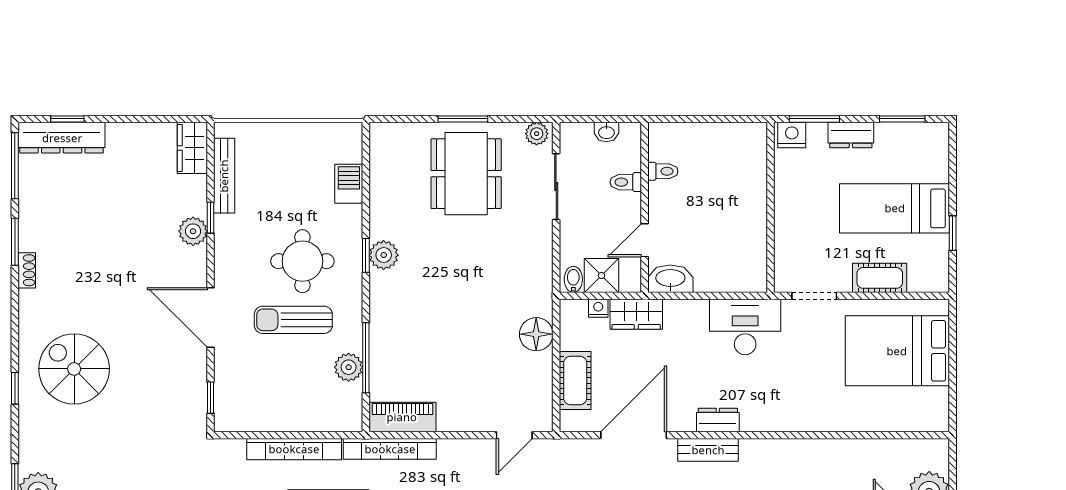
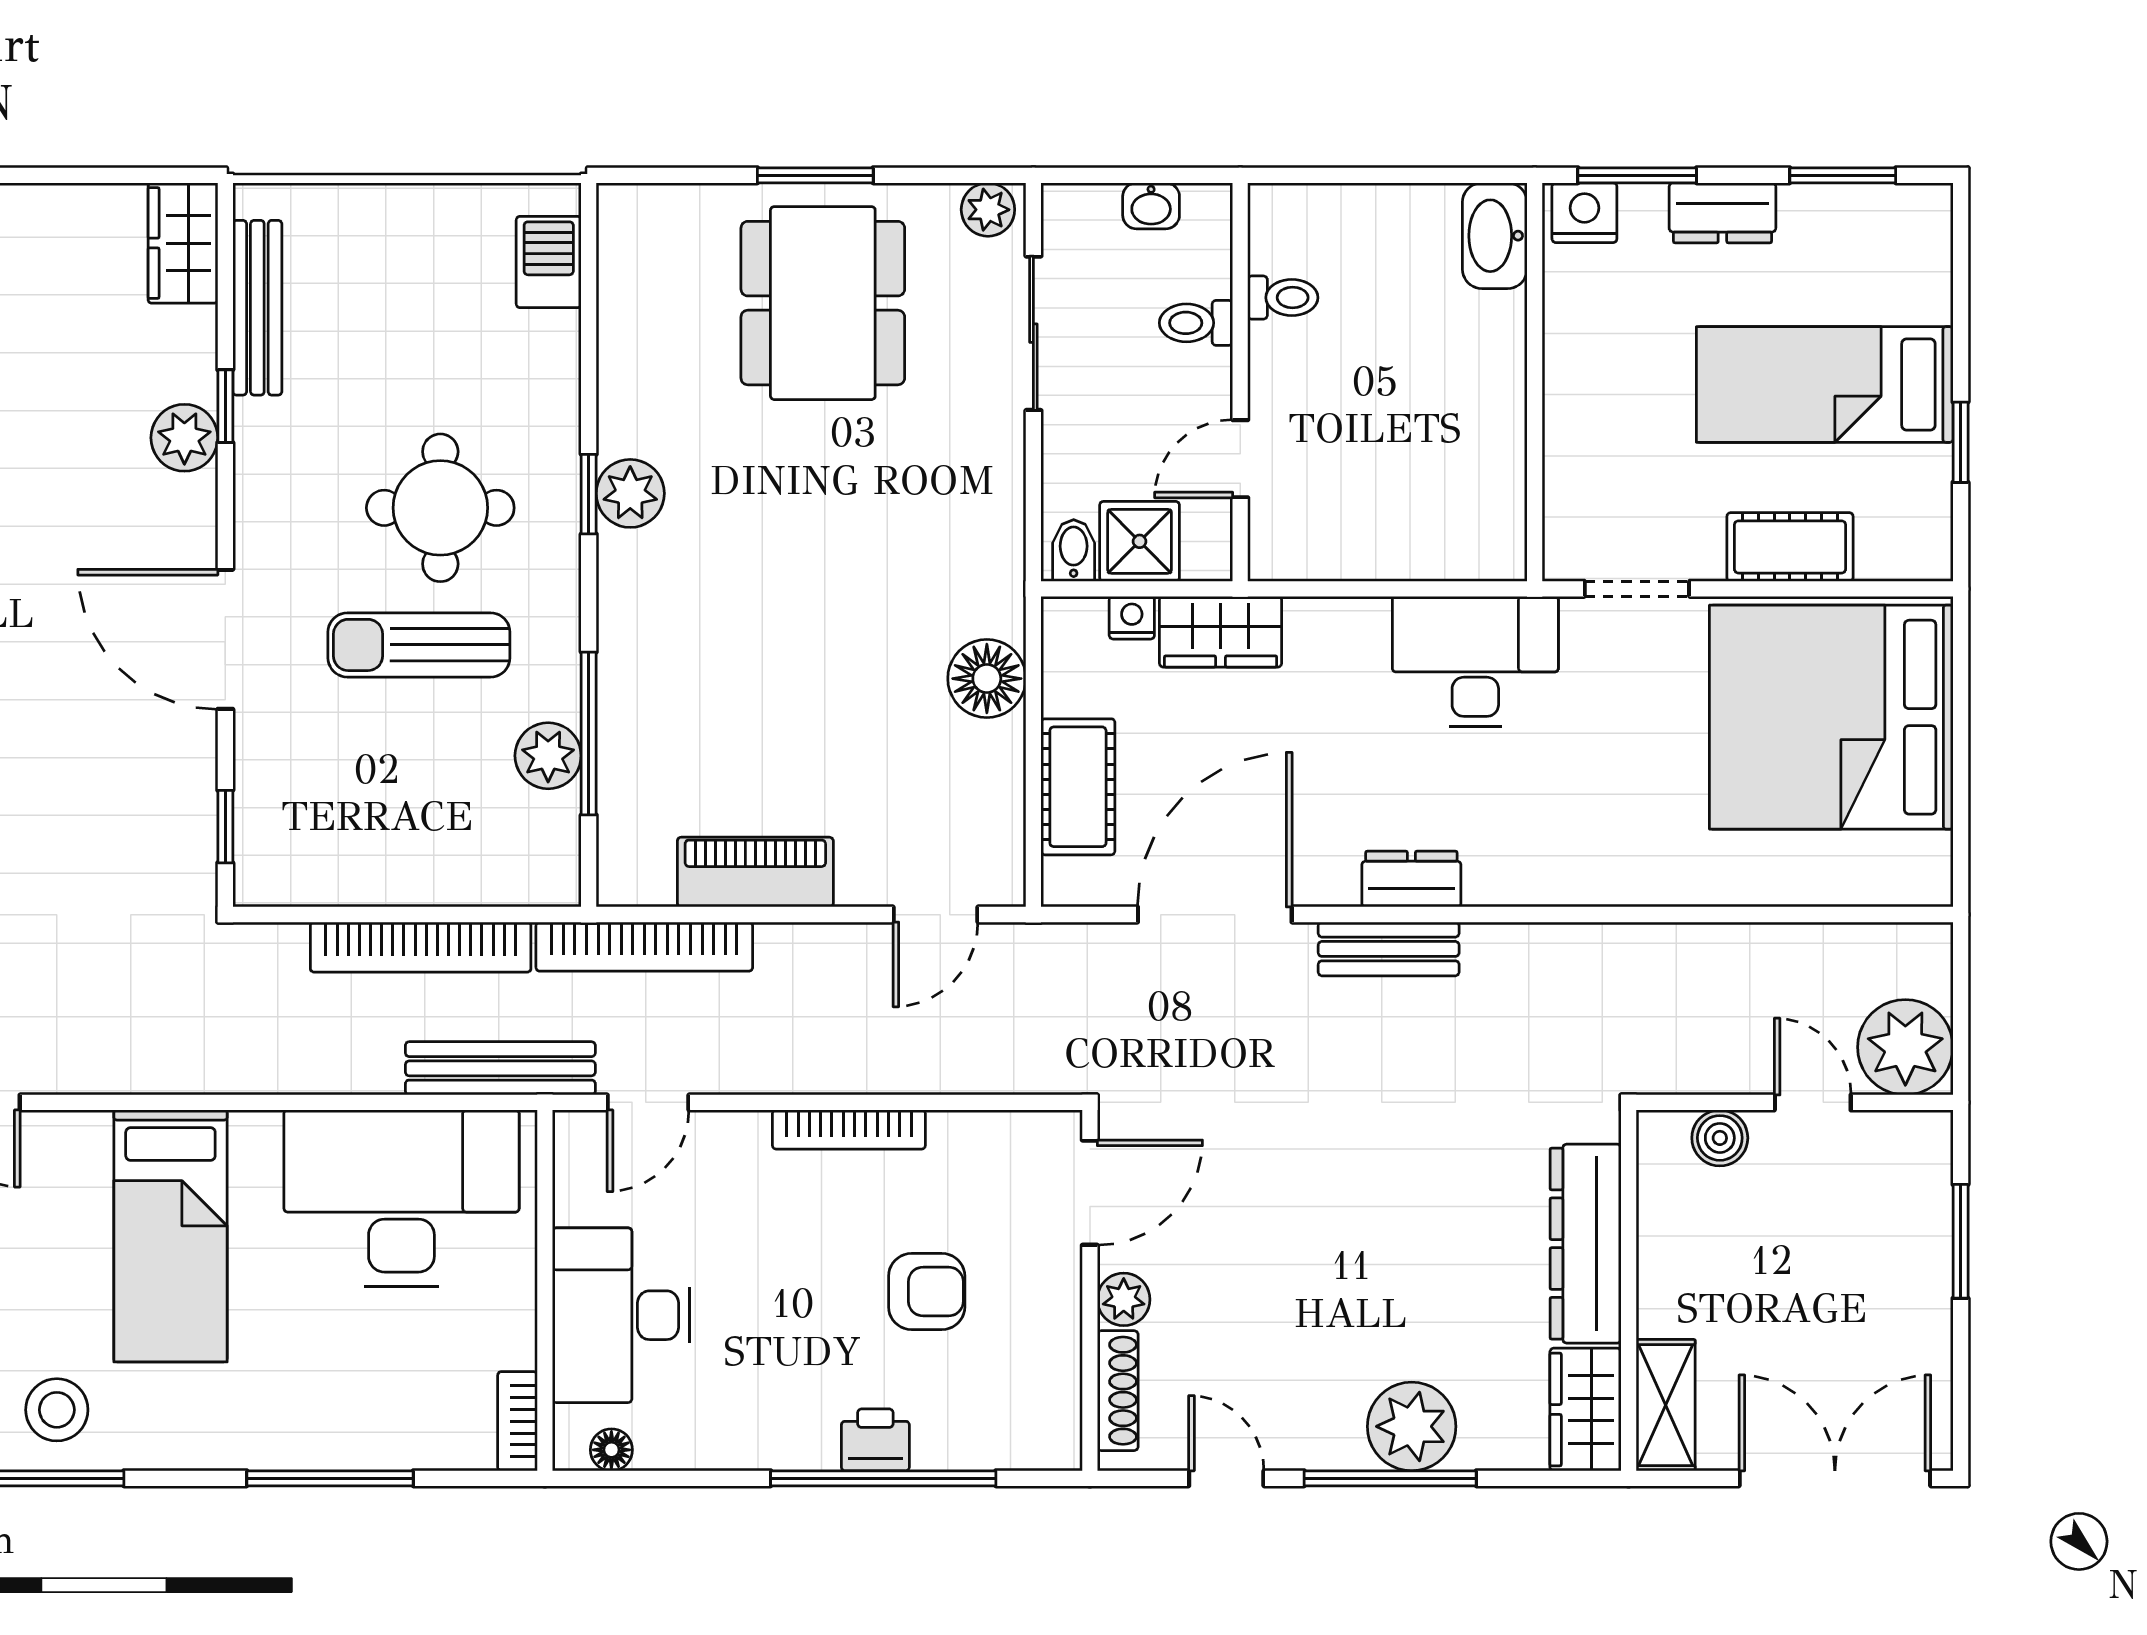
barbecue: (349, 184) -> (549, 262), moved
washbasin: (670, 279) -> (1495, 236), moved, turned -90
bed: (897, 351) -> (1831, 717), width x1.36
piano: (402, 417) -> (755, 872), moved

